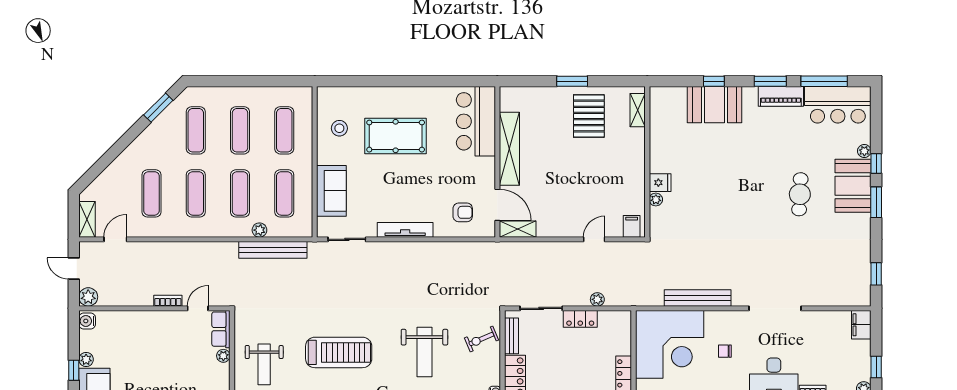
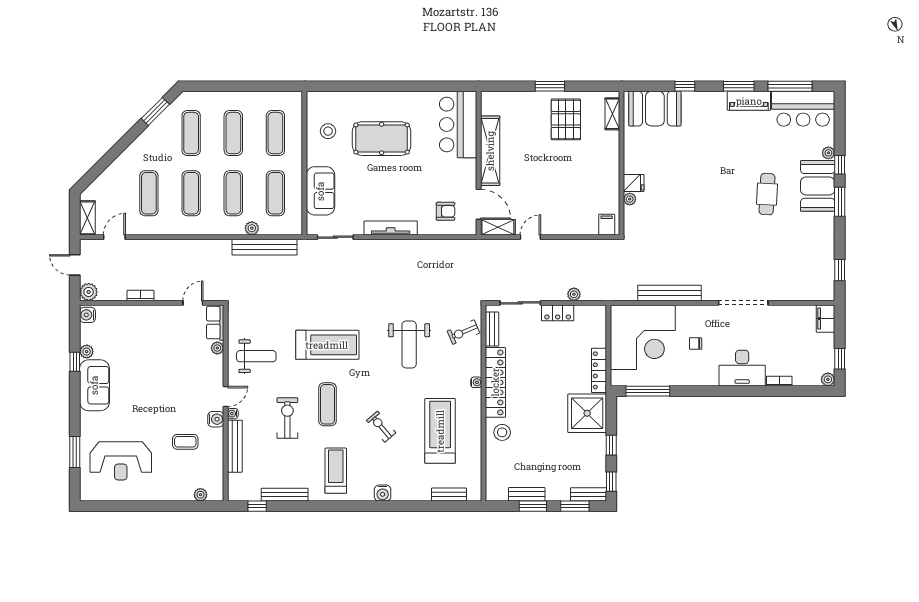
booth: (715, 105) -> (655, 109), moved
door: (594, 239) -> (530, 237), moved
bookcase: (168, 301) -> (141, 296), moved
weight bench: (264, 364) -> (256, 356), turned -90

